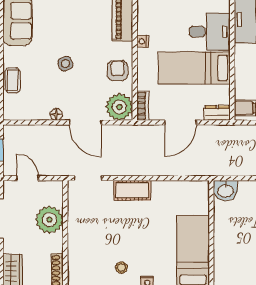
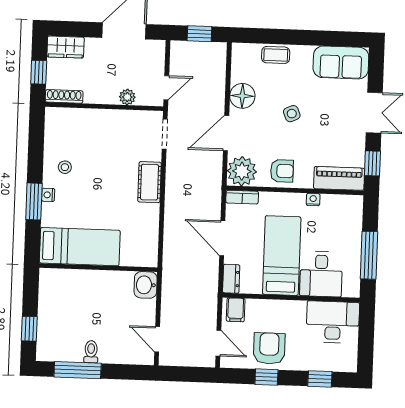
floor lamp: (56, 114) -> (242, 96), width x1.89, depth x1.89
door: (28, 178) -> (166, 88), moved
plant: (49, 220) -> (127, 97), width x0.53, depth x0.53

